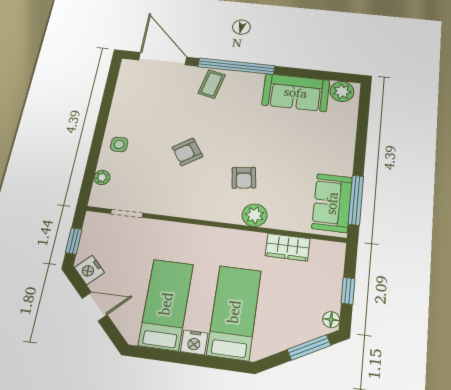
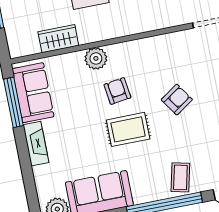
rug: (246, 140) -> (128, 129), added
fireplace: (345, 155) -> (36, 144), added

